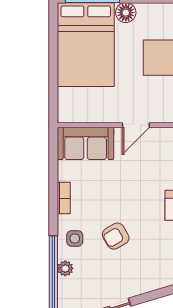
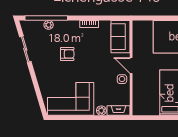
armchair: (116, 236) -> (67, 54), turned 120
side table: (75, 238) -> (122, 79), moved

